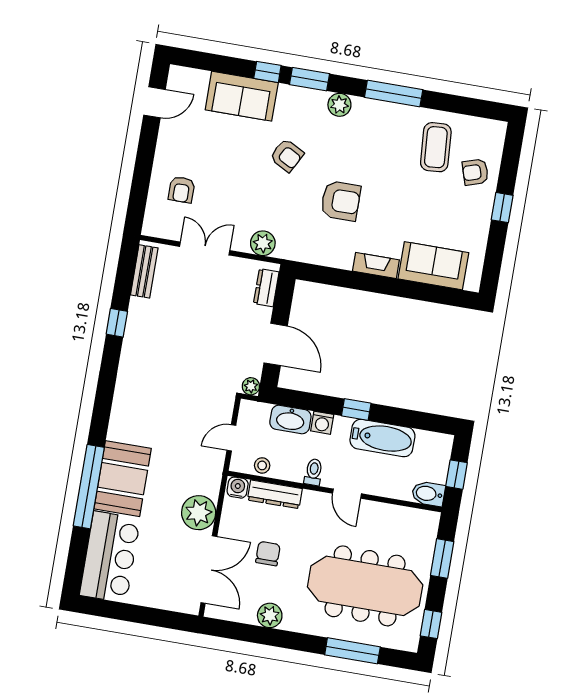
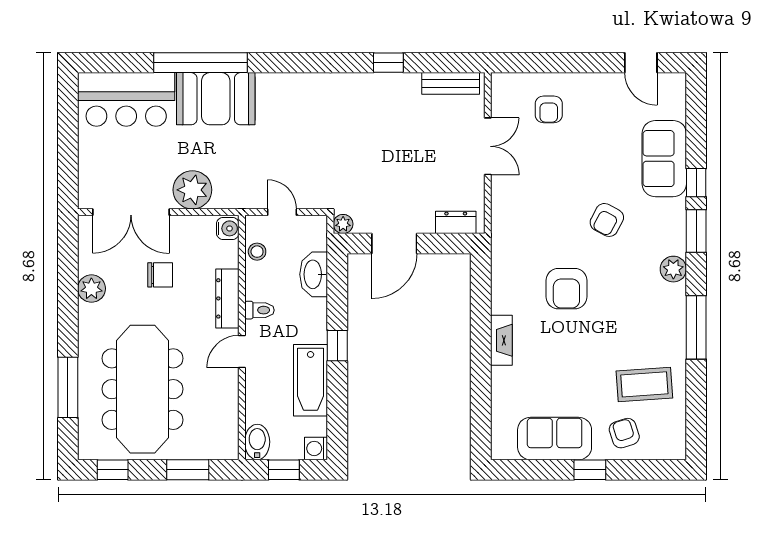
armchair: (182, 190) -> (549, 109), turned -90
plant: (263, 243) -> (505, 210), removed
sofa: (433, 266) -> (555, 439), moved, turned -90
washing machine: (322, 423) -> (316, 448), moved
dresser: (275, 494) -> (227, 298), moved

